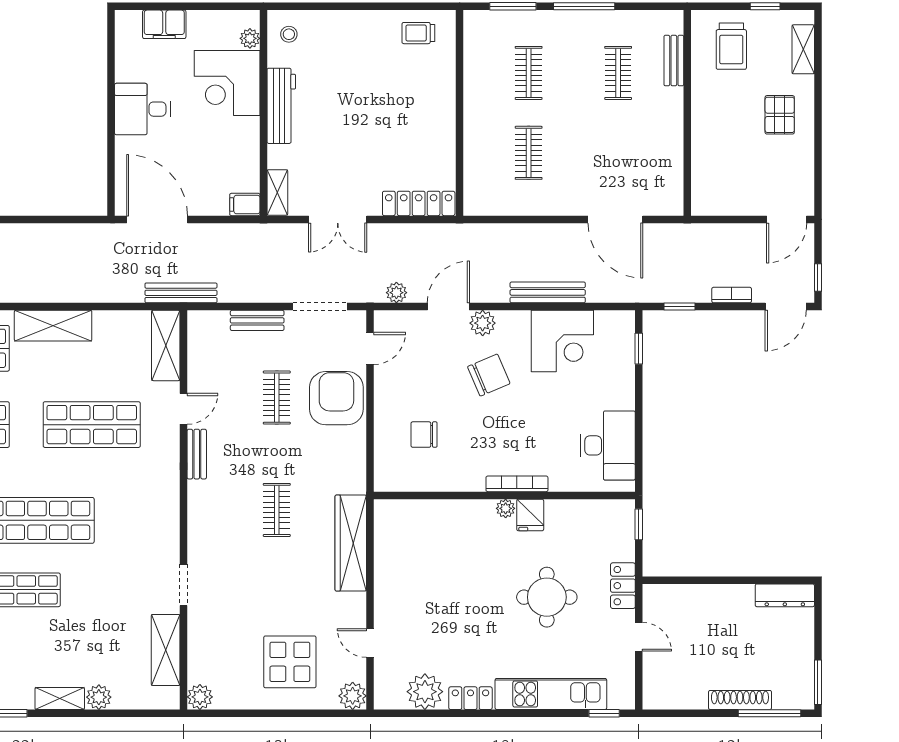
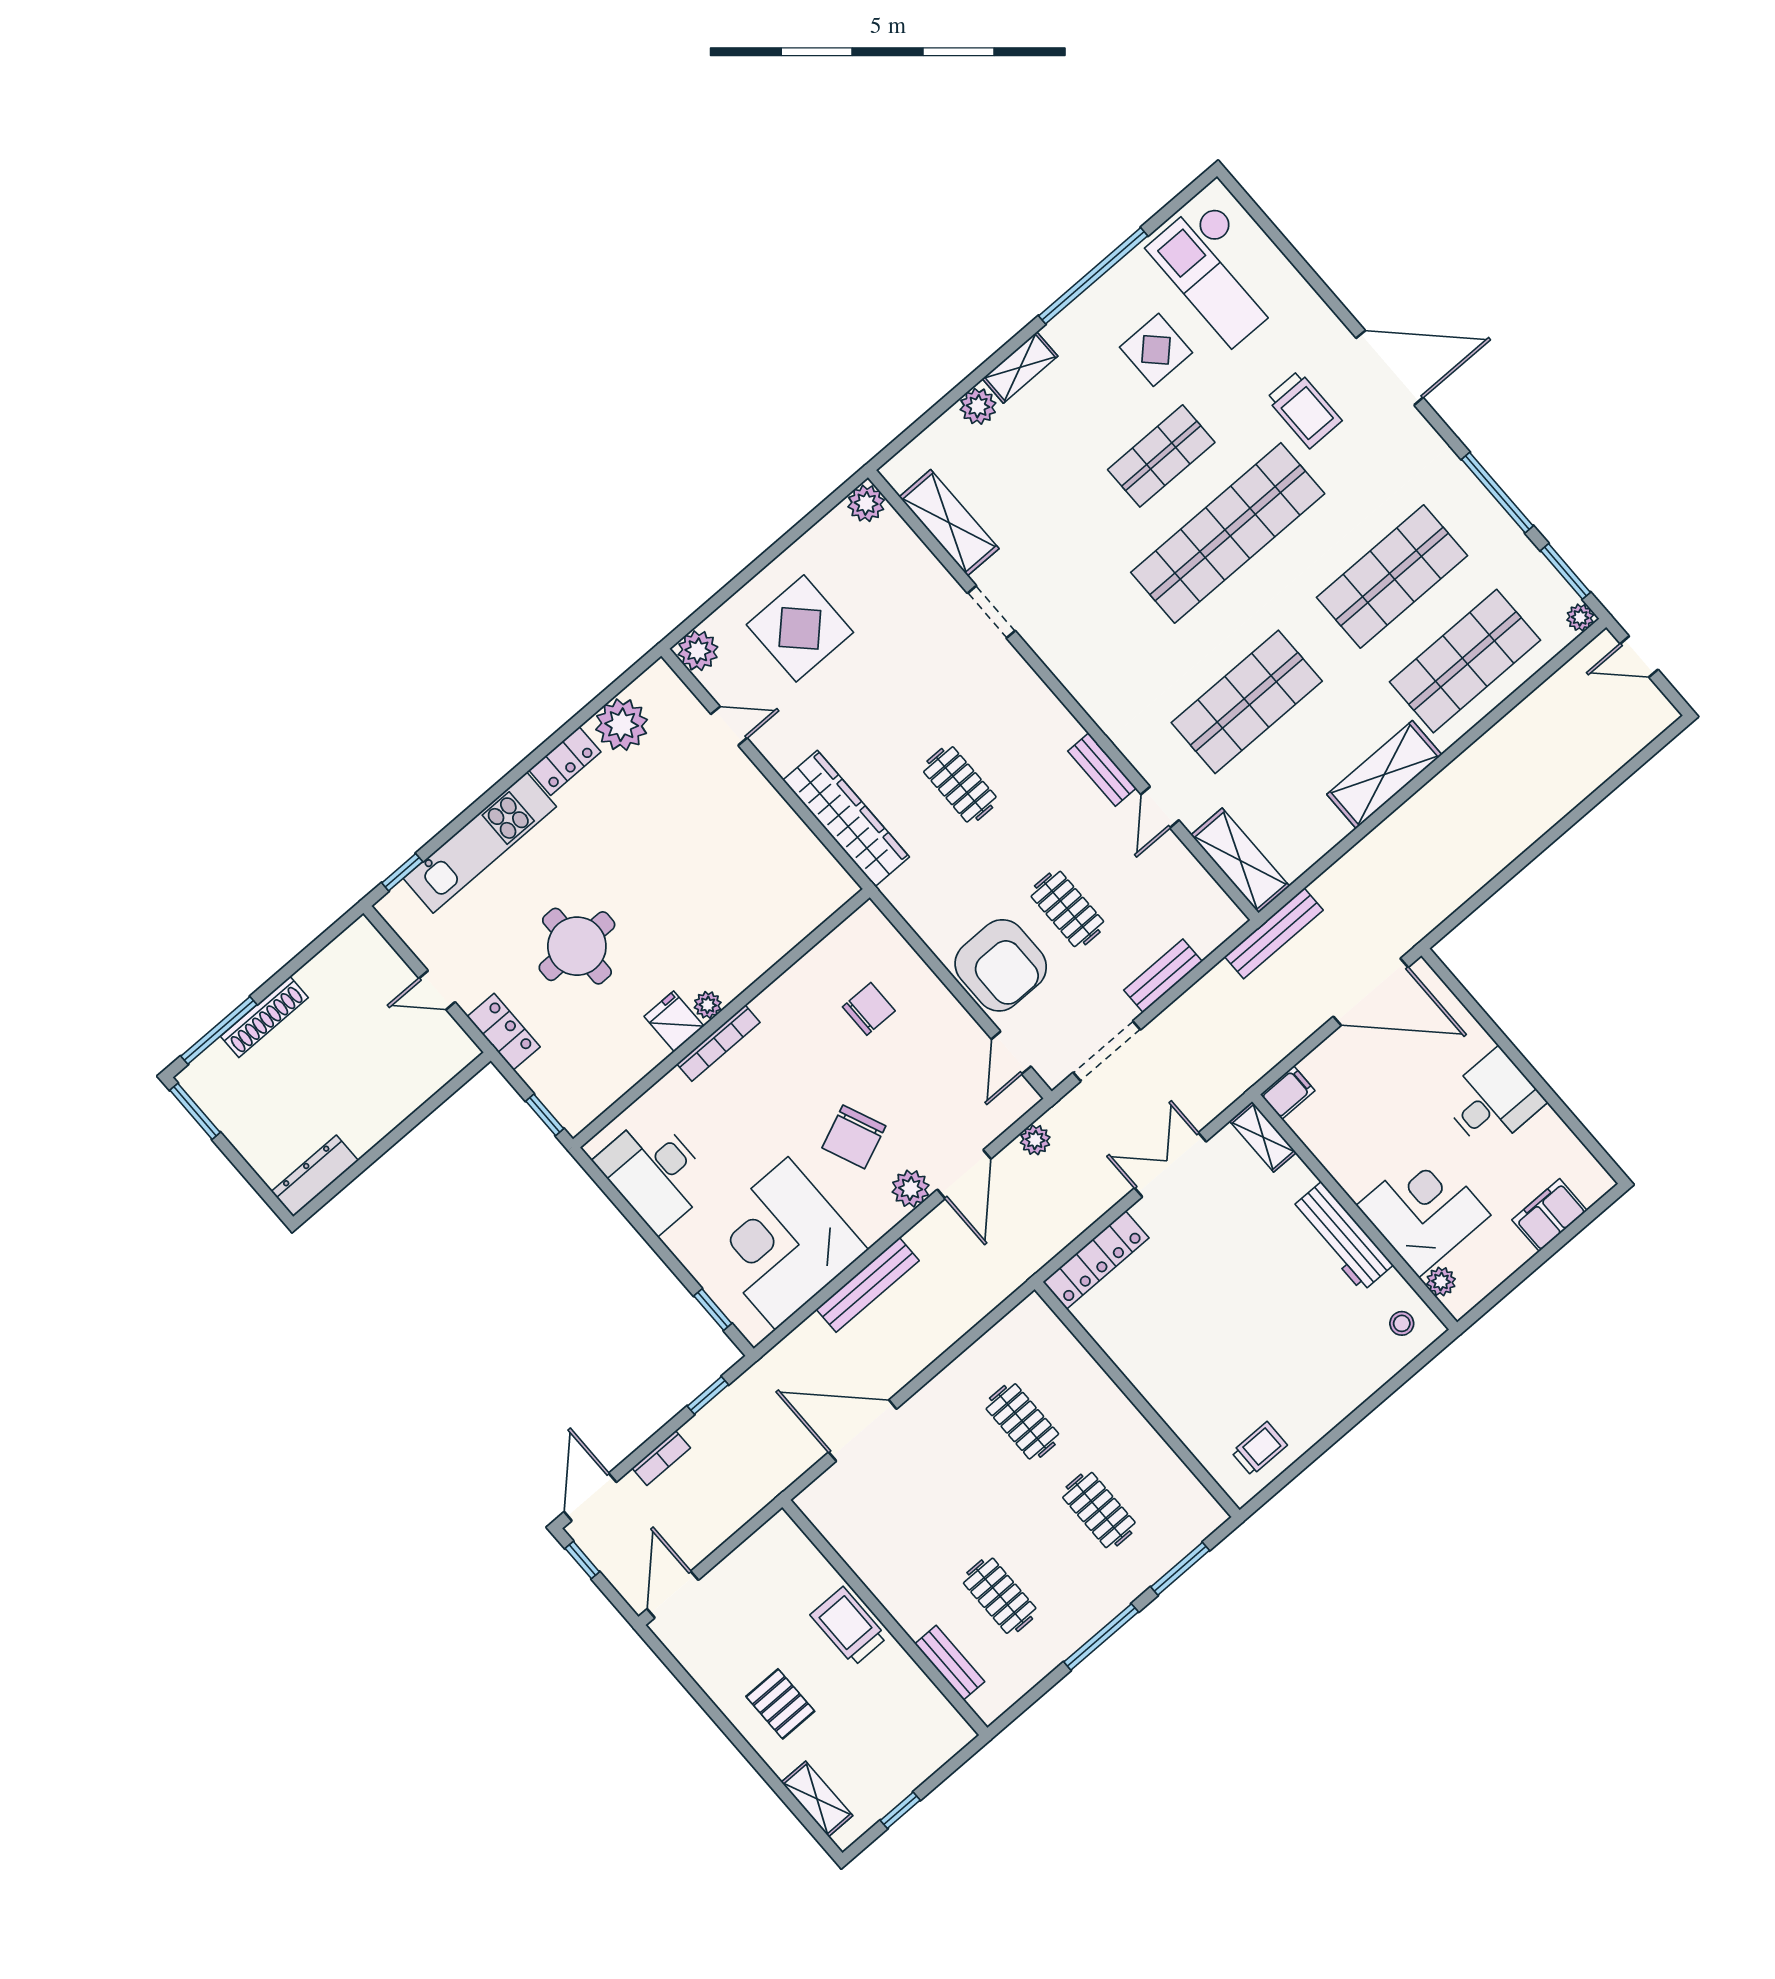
trolley: (731, 46) -> (849, 1626), moved
corner desk: (562, 341) -> (782, 1243), width x1.36, depth x1.36

